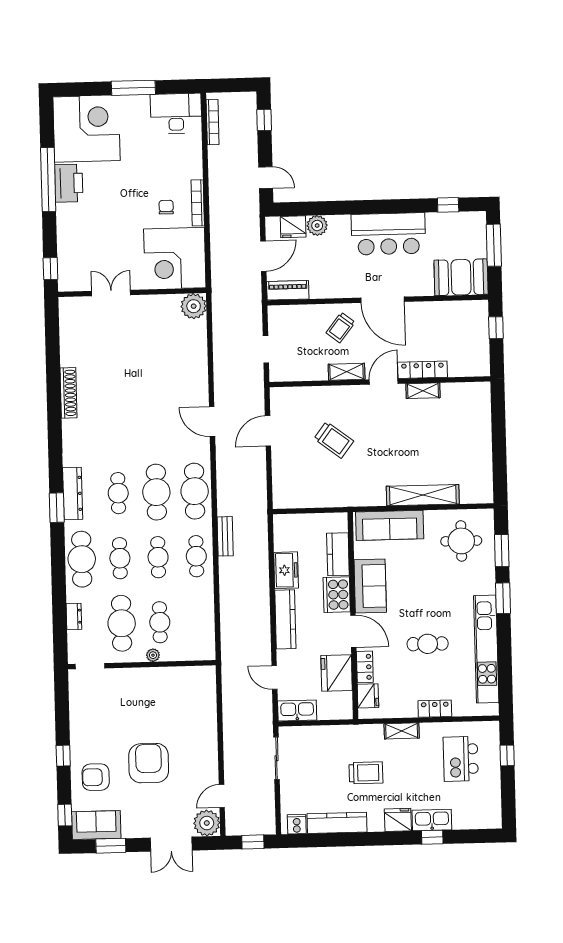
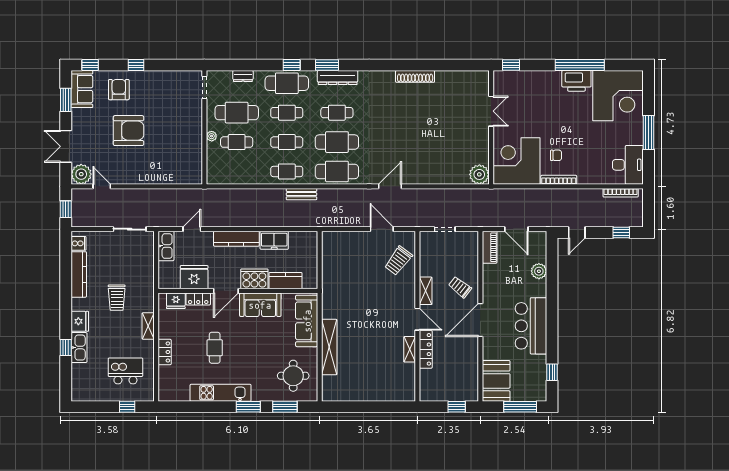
fridge: (293, 227) -> (538, 253), removed
trolley: (334, 440) -> (398, 261), moved
window: (58, 553) -> (292, 65), added
kitchen unit: (486, 649) -> (221, 393), width x0.73

